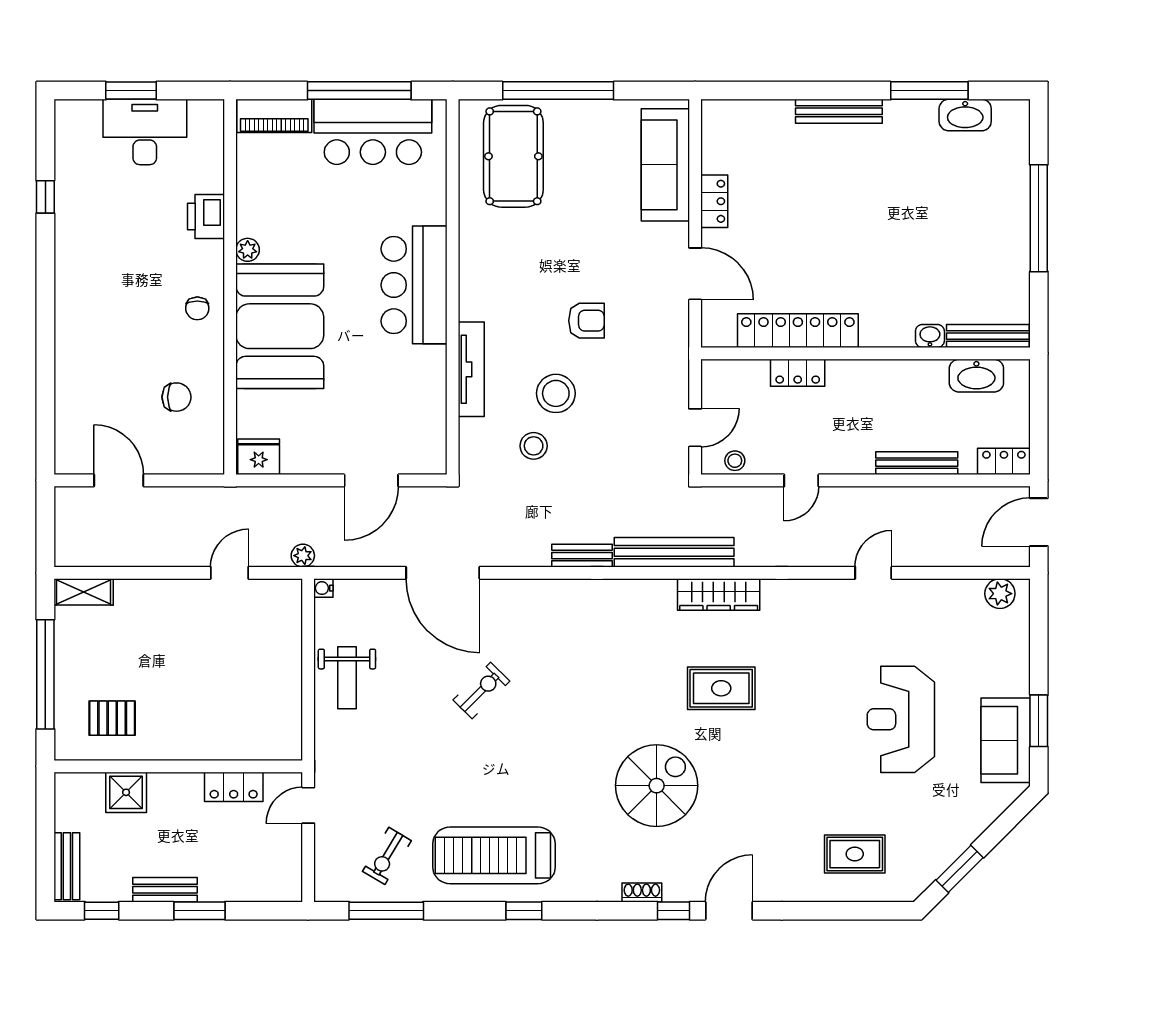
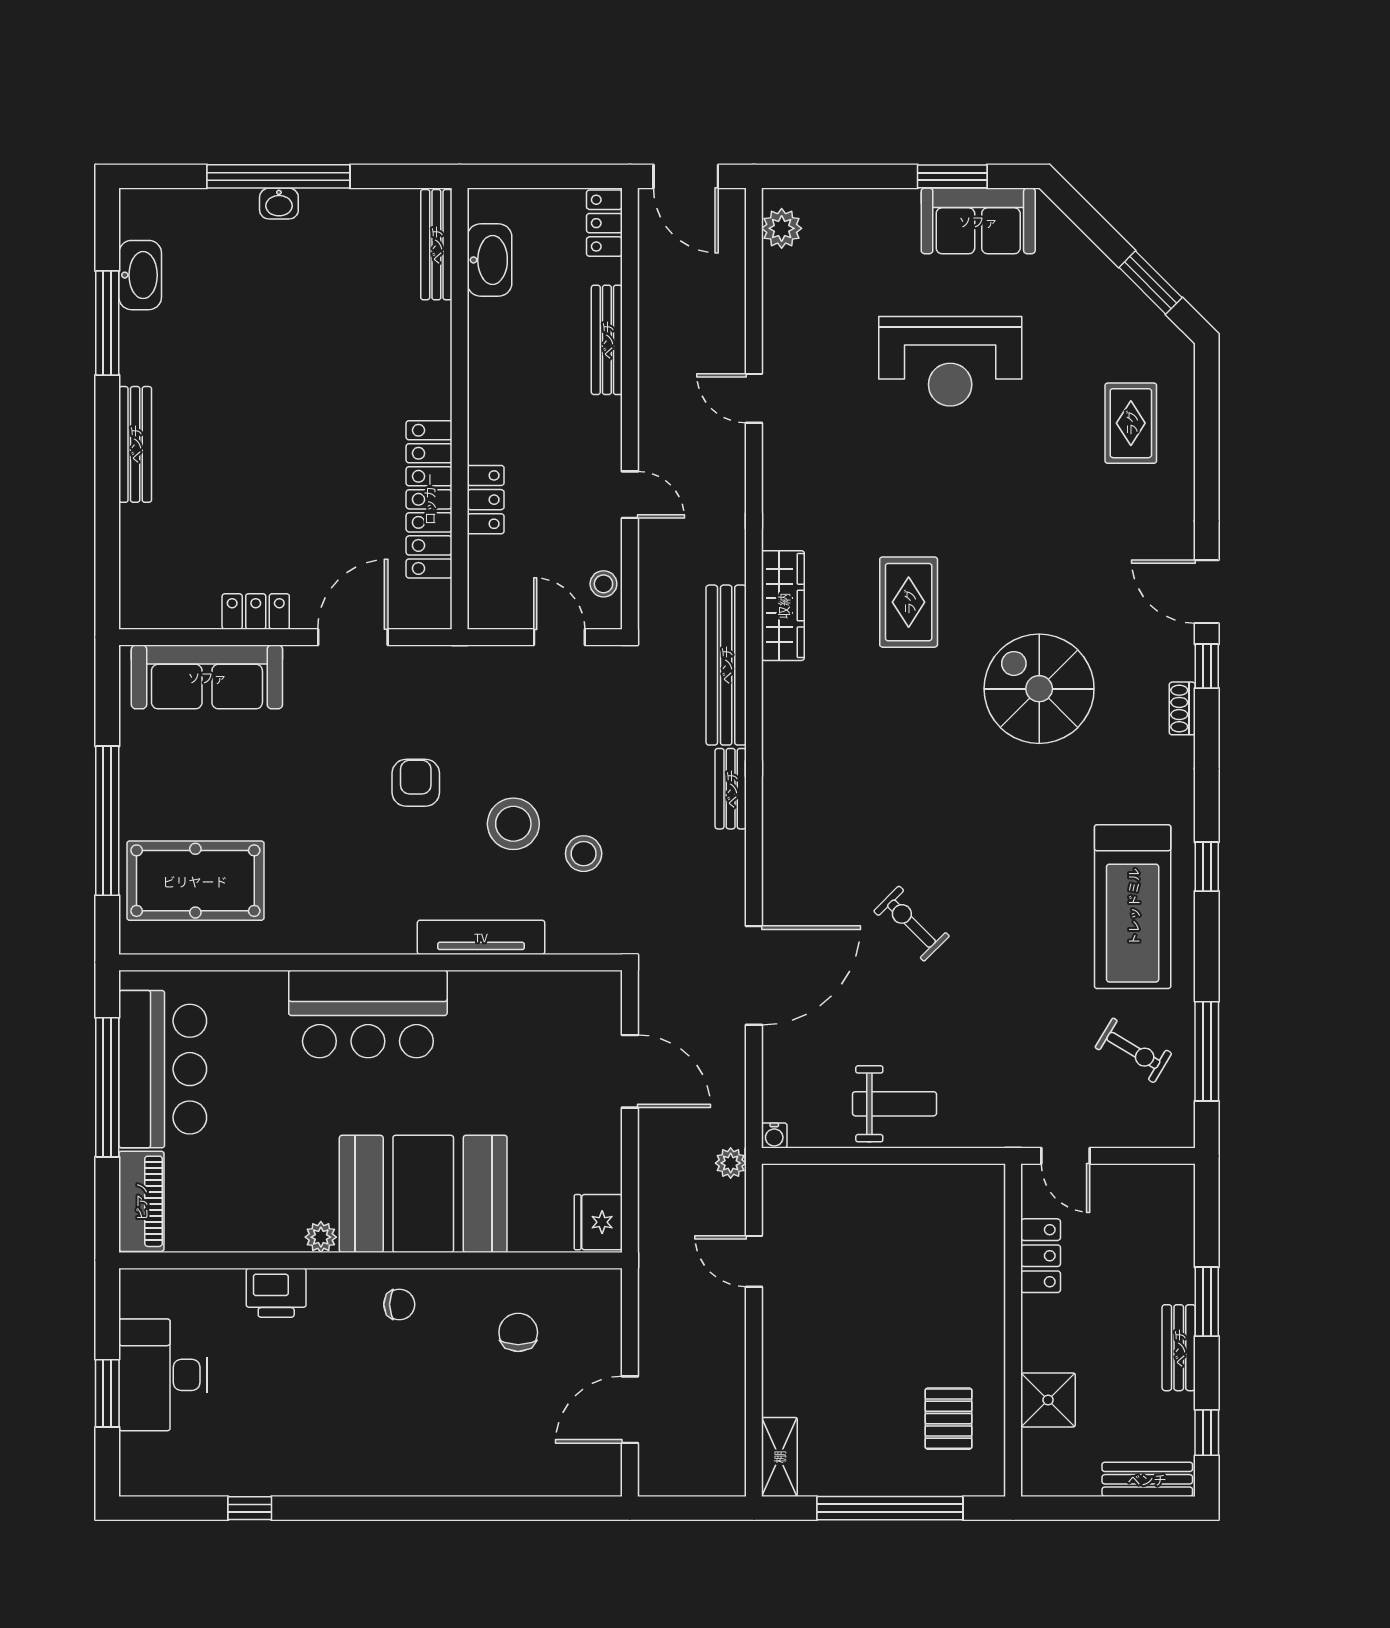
washbasin: (930, 336) -> (279, 204), moved, turned -90

